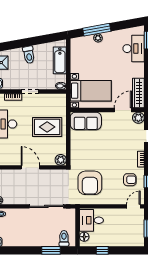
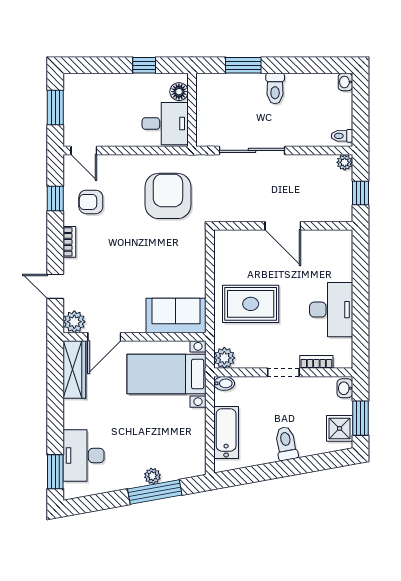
plant: (61, 160) -> (224, 358), moved
door: (133, 206) -> (84, 150), hinge flipped
toilet: (64, 238) -> (275, 88), moved

